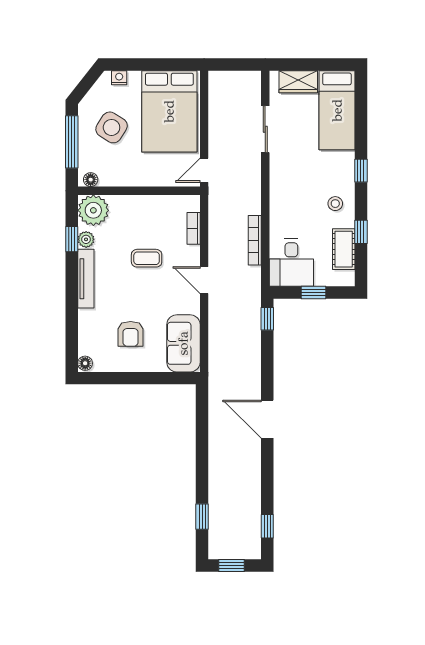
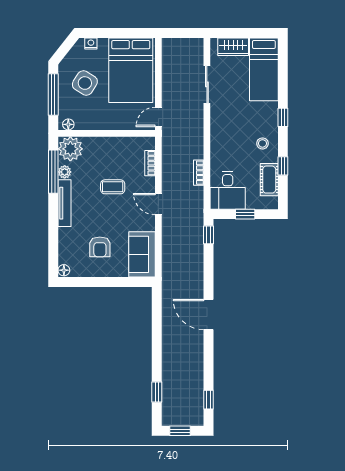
window: (72, 239) -> (53, 172), width x2.17
bookcase: (255, 240) -> (199, 173), width x0.64

